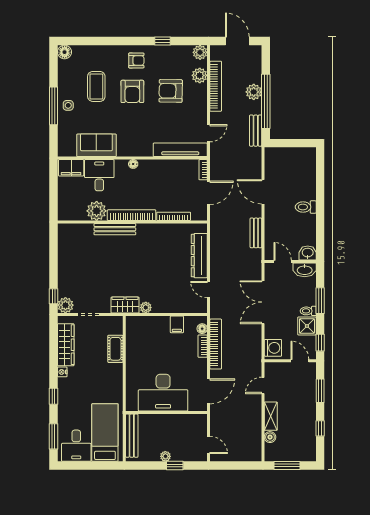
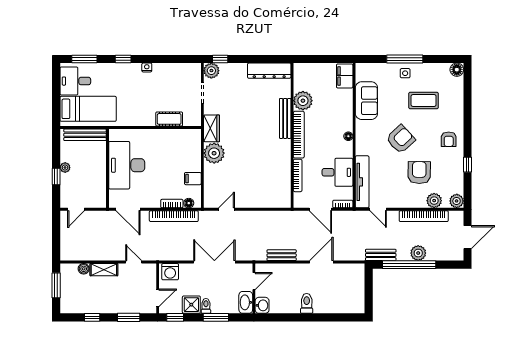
armchair: (132, 91) -> (401, 139), moved, turned 137
desk: (99, 175) -> (337, 172), moved
dresser: (199, 256) -> (269, 71), moved, turned 180
plant: (146, 308) -> (214, 153), width x1.87, depth x1.87
wardrobe: (66, 345) -> (173, 71), removed

